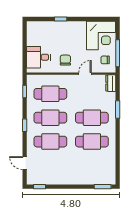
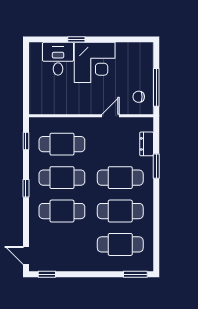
corner desk: (101, 35) -> (95, 62), moved
desk: (38, 57) -> (58, 59), moved, turned 90
chair: (65, 60) -> (83, 97), removed
dresser: (111, 83) -> (147, 144), moved
door: (25, 163) -> (26, 255), moved
cafe table: (92, 165) -> (120, 244), added

